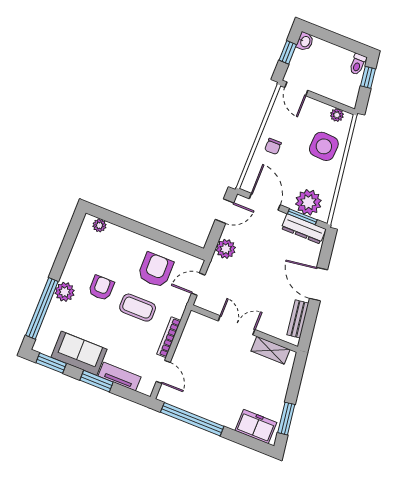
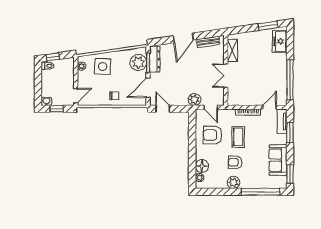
floor lamp: (115, 236) -> (202, 166), added
plant: (226, 249) -> (194, 99), moved
plant: (65, 292) -> (234, 182), moved
tv unit: (119, 376) -> (282, 121), moved
window: (96, 381) -> (290, 133), moved

